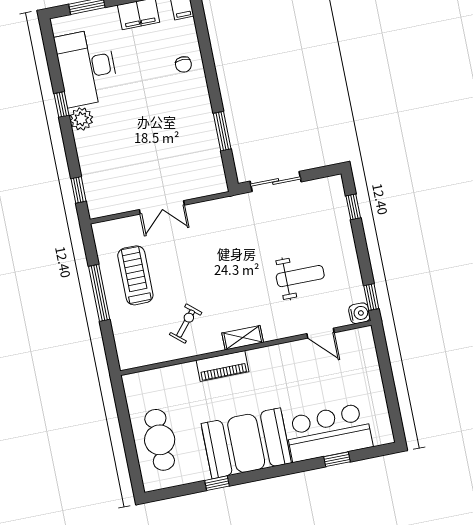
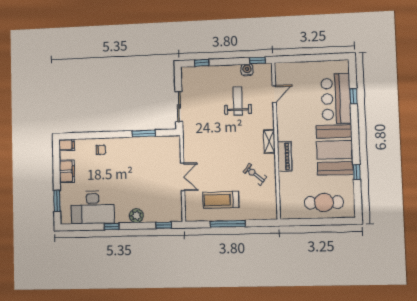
plant: (81, 119) -> (136, 216), moved
water cooler: (359, 313) -> (247, 70), moved

